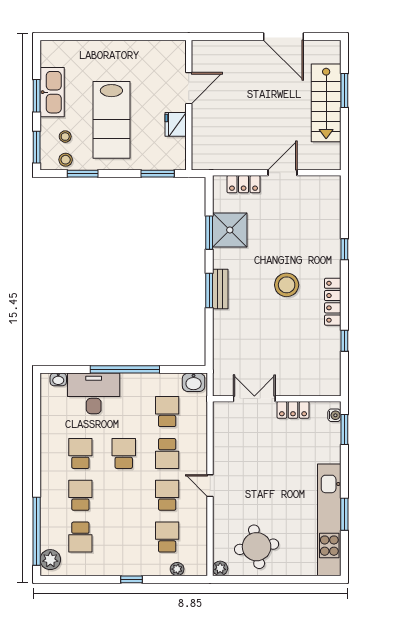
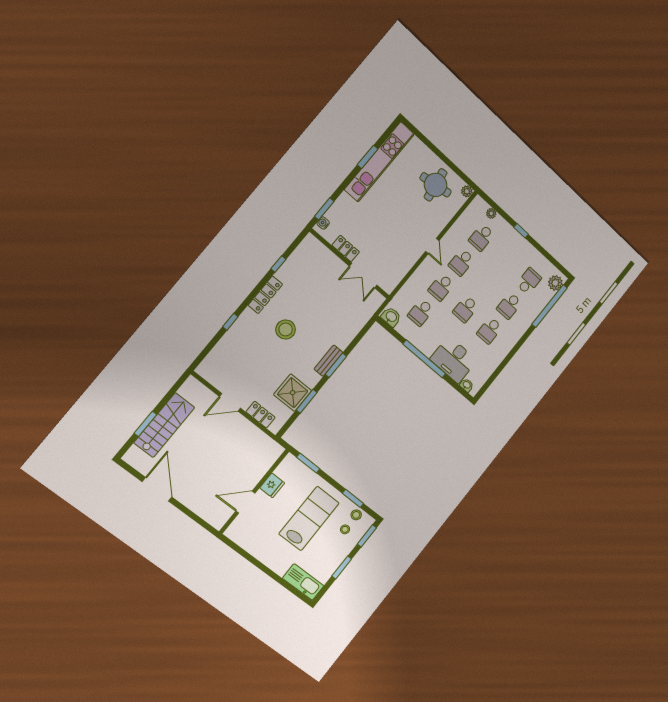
kitchen sink: (52, 92) -> (303, 582), moved, turned 90
school desk: (167, 453) -> (441, 287), turned 180

